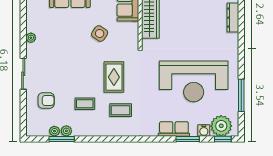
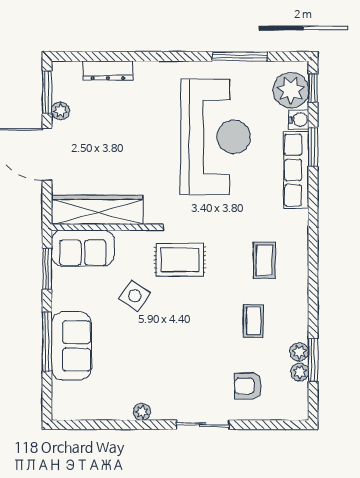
rug: (114, 77) -> (180, 260), moved
armchair: (46, 100) -> (248, 386), turned -90
row of seats: (174, 129) -> (296, 170), width x1.48

